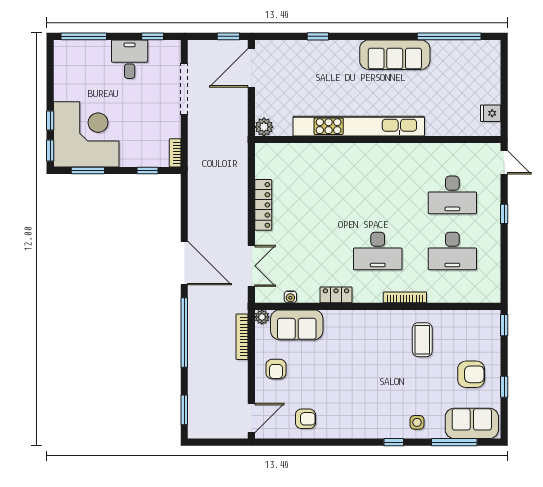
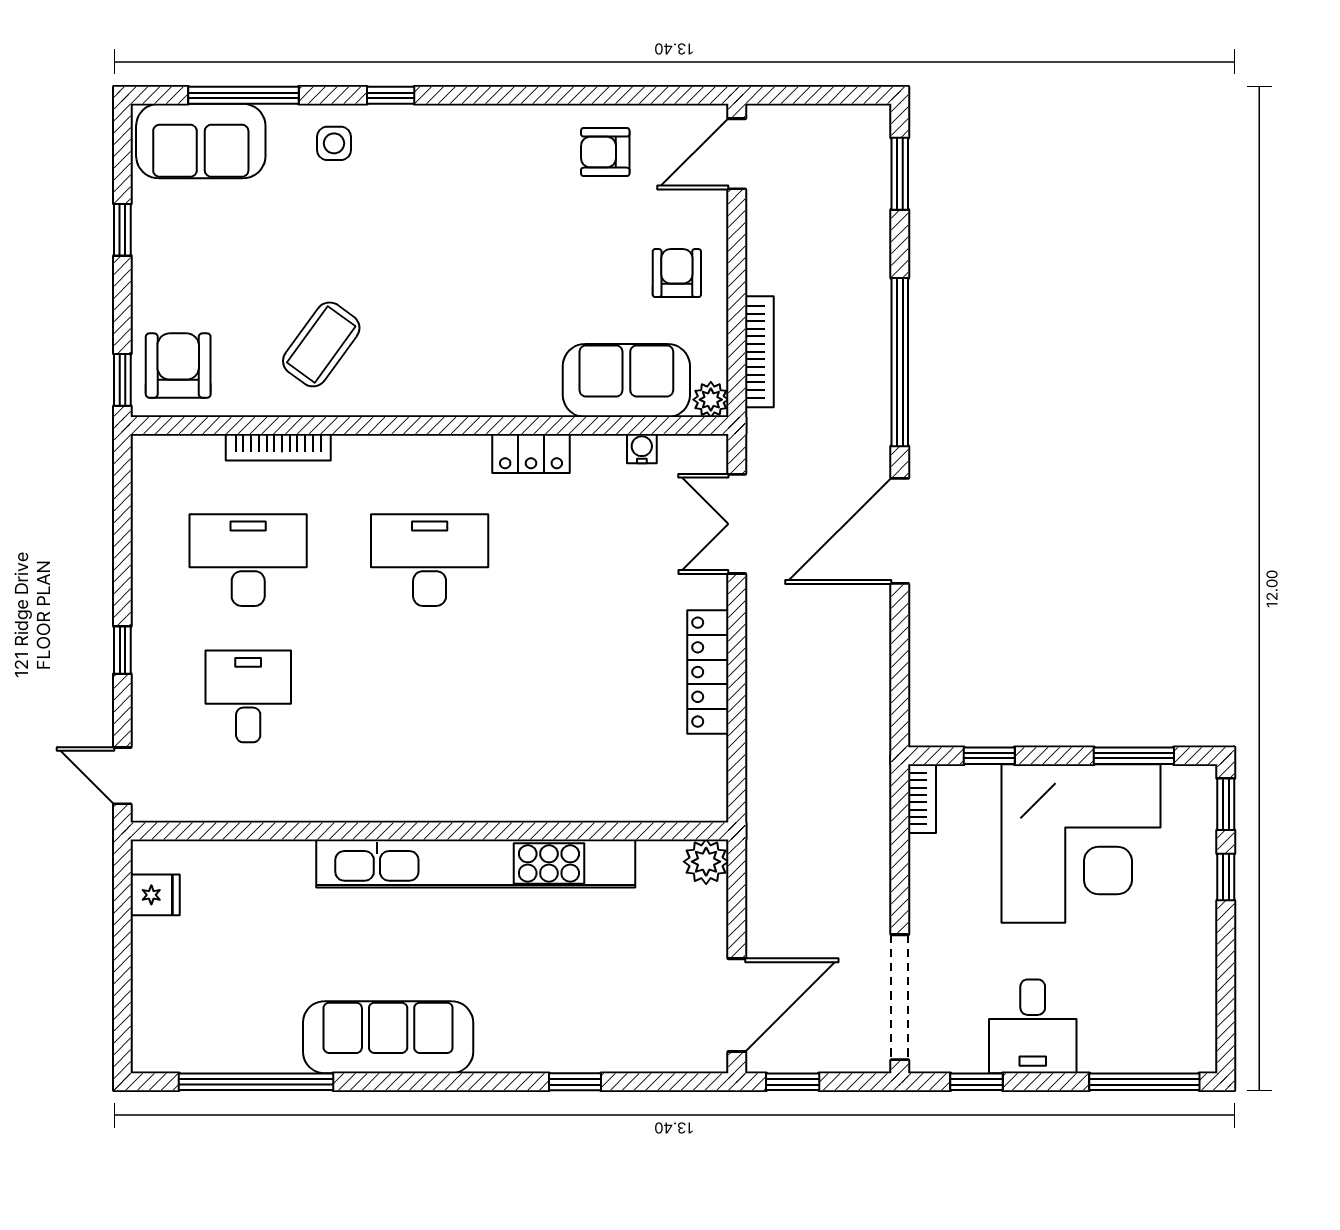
doorway: (184, 89) -> (900, 997), moved
corner desk: (86, 134) -> (1081, 844), moved, turned -90
desk: (452, 195) -> (248, 696), width x0.73
door: (184, 263) -> (900, 531), hinge flipped
bookcase: (405, 297) -> (278, 447), moved
coffee table: (422, 340) -> (321, 344), turned 36
armchair: (471, 374) -> (178, 366), moved, turned 90

